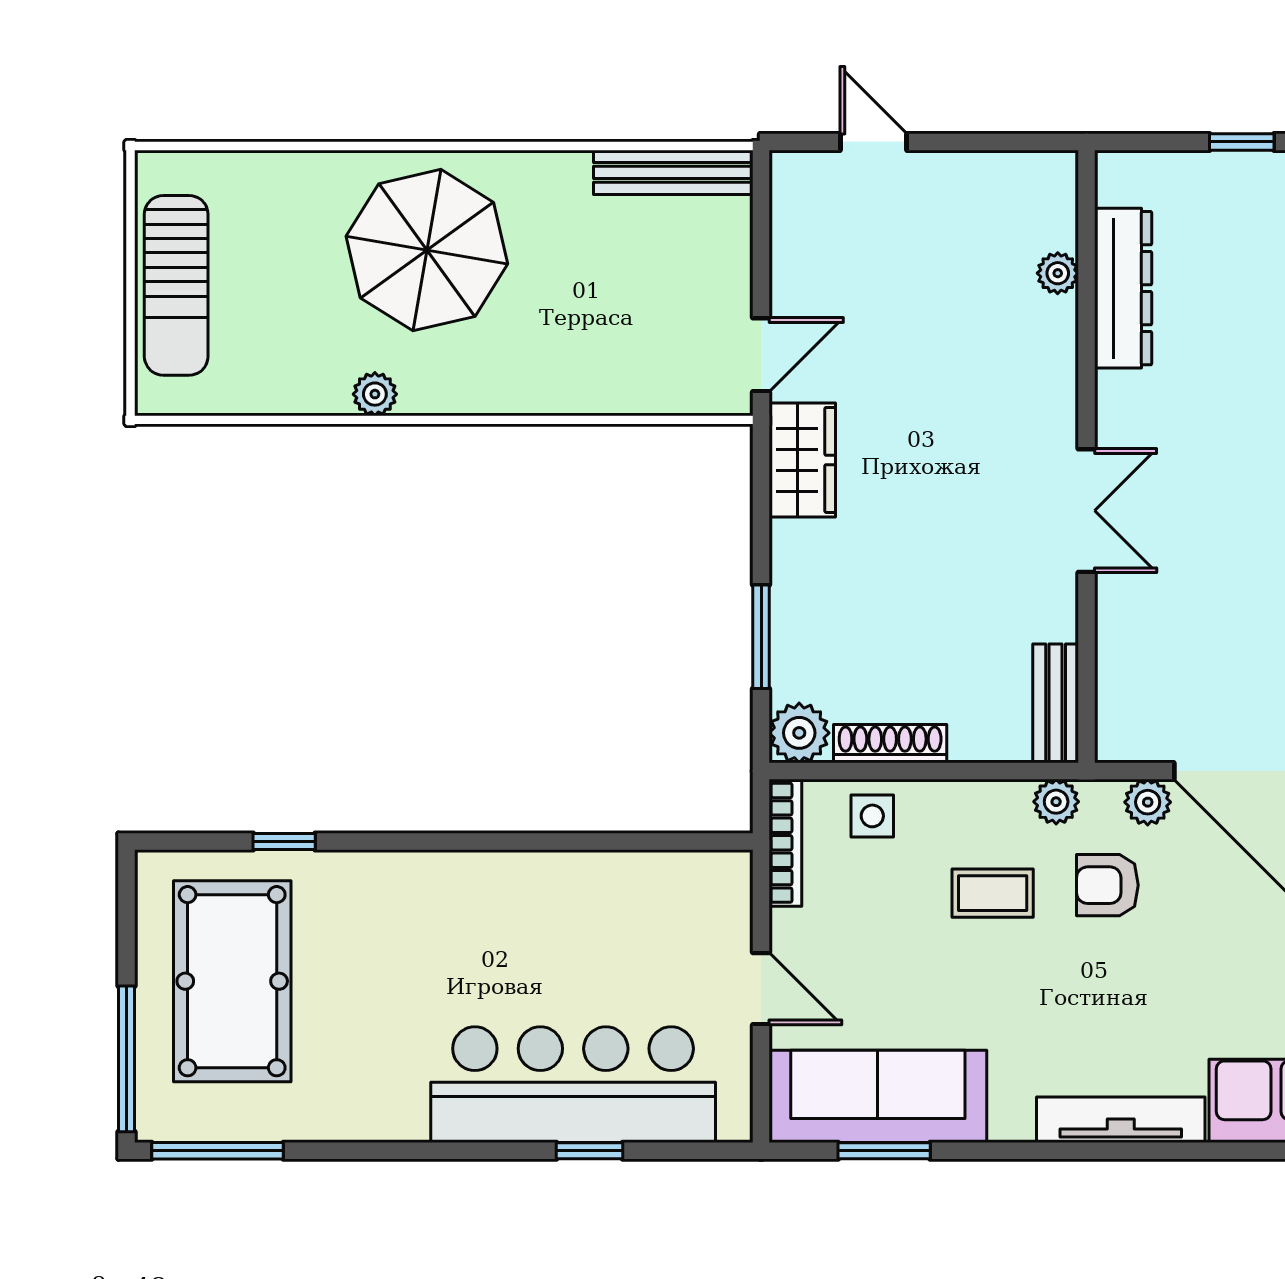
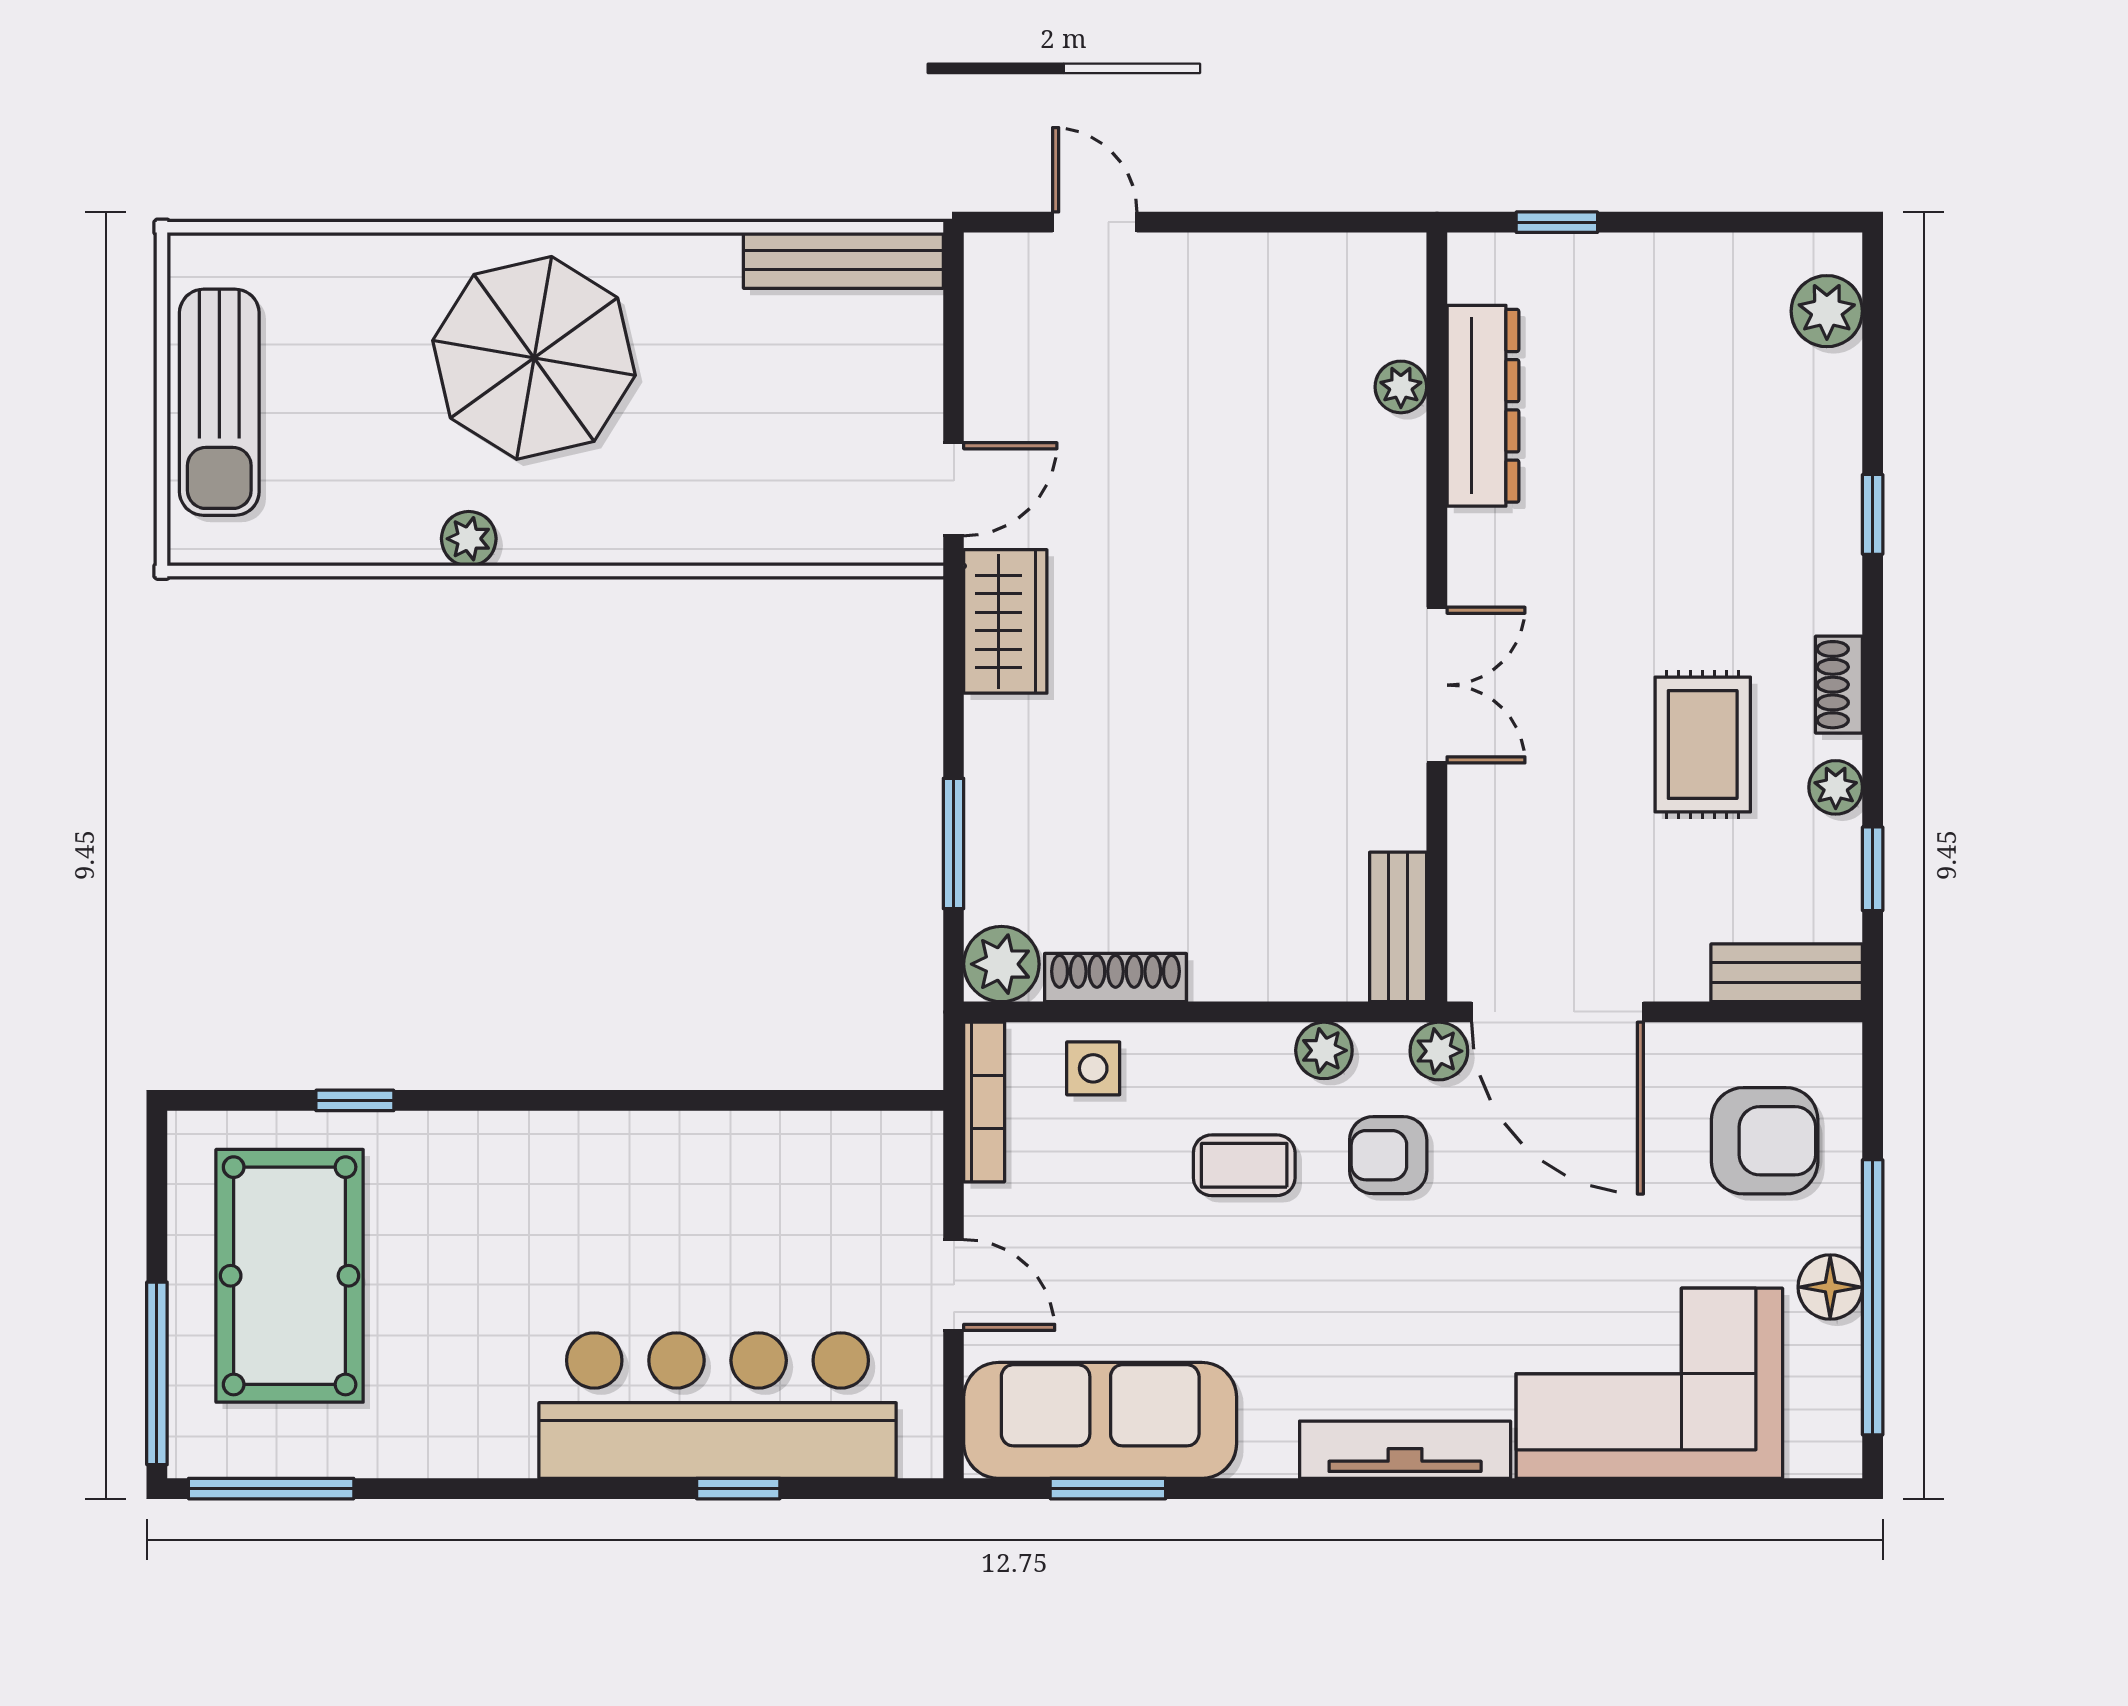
plant: (1058, 273) -> (1401, 387), moved
dresser: (1123, 288) -> (1483, 406), moved
wall: (1086, 456) -> (1437, 617), moved
double door: (1086, 511) -> (1437, 685), moved
bench: (1056, 703) -> (1398, 927), moved

